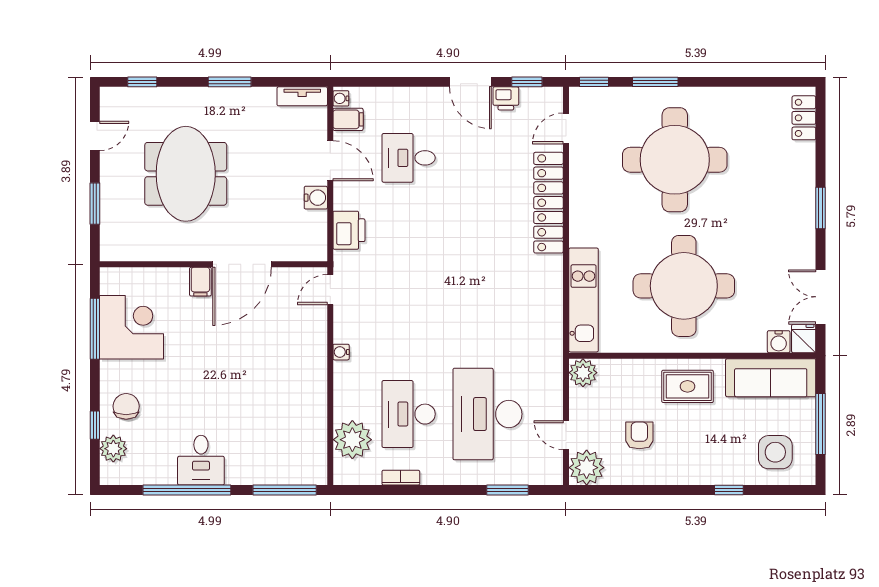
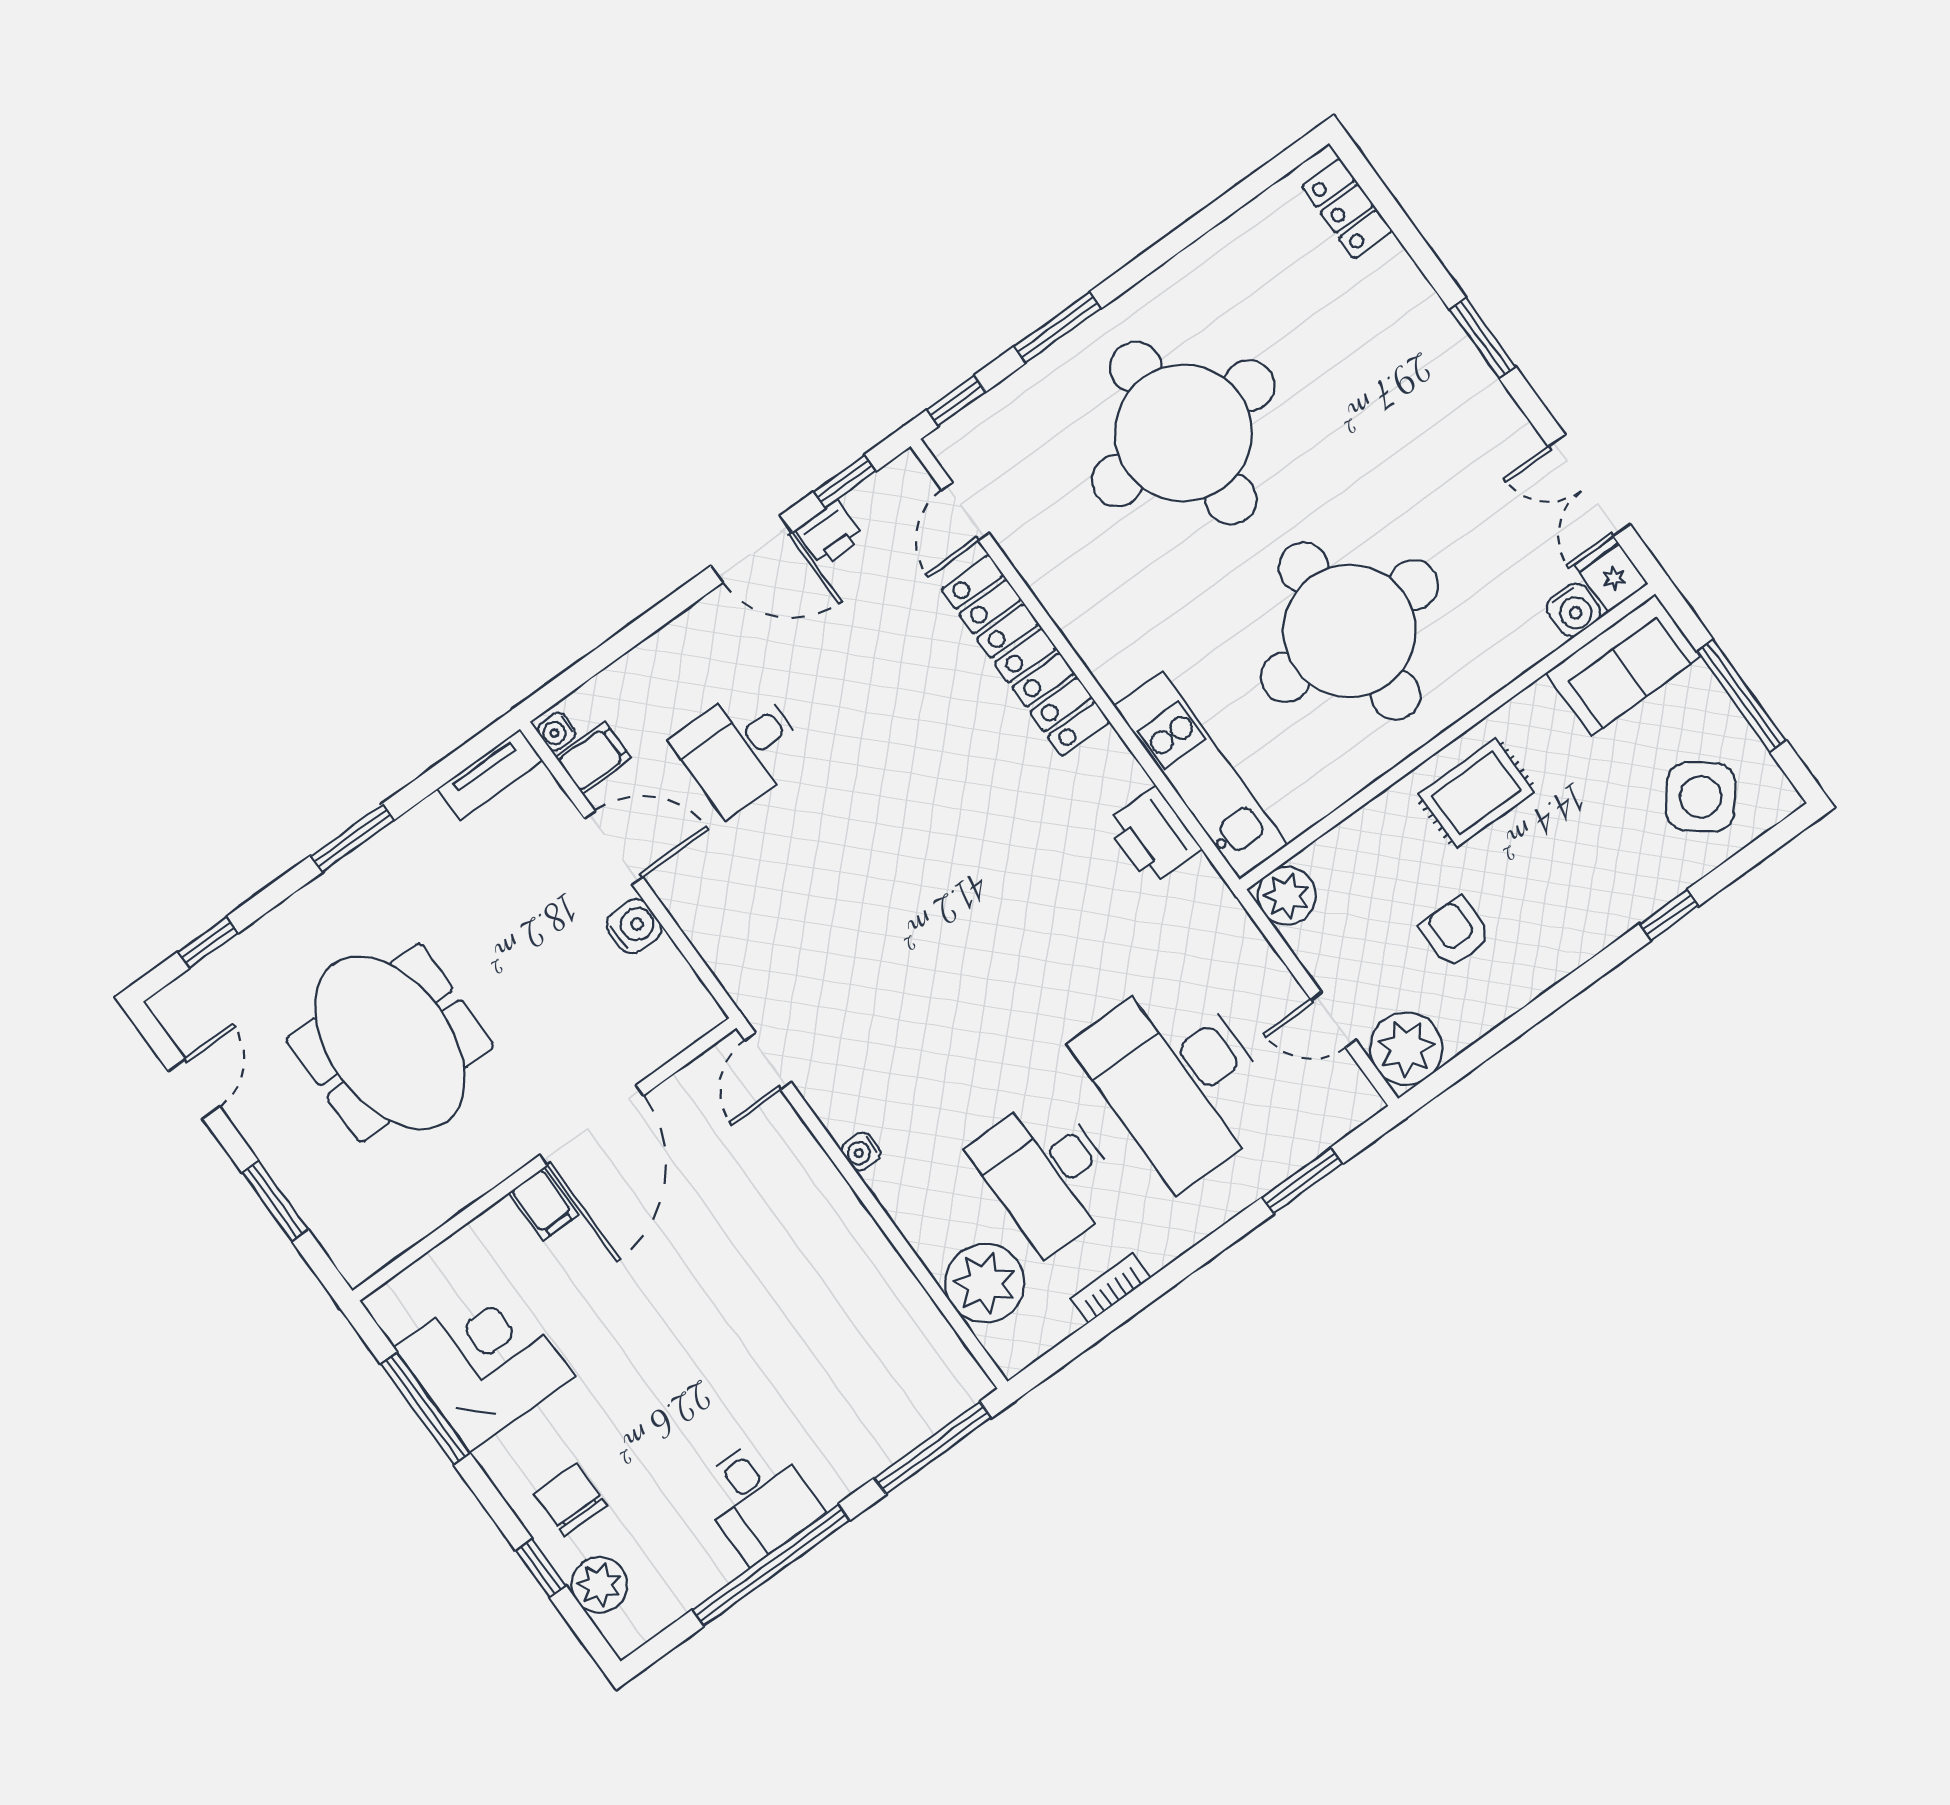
printer: (349, 230) -> (1153, 836), moved, turned 180
sofa: (771, 378) -> (1623, 665), width x0.73
side table: (775, 452) -> (1701, 797), turned 38

